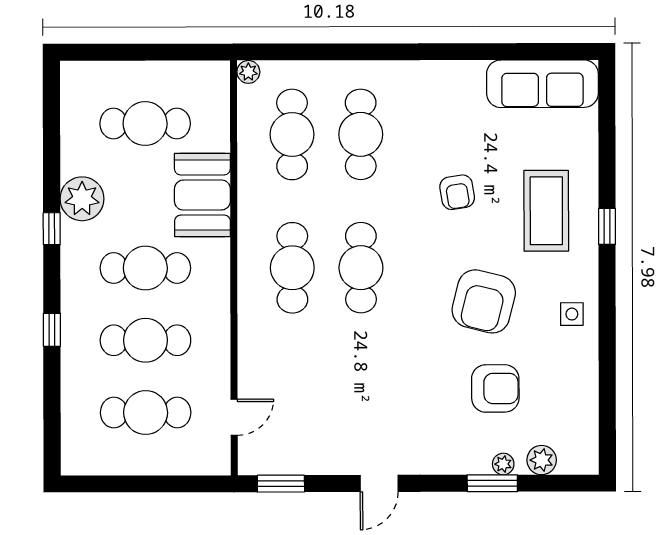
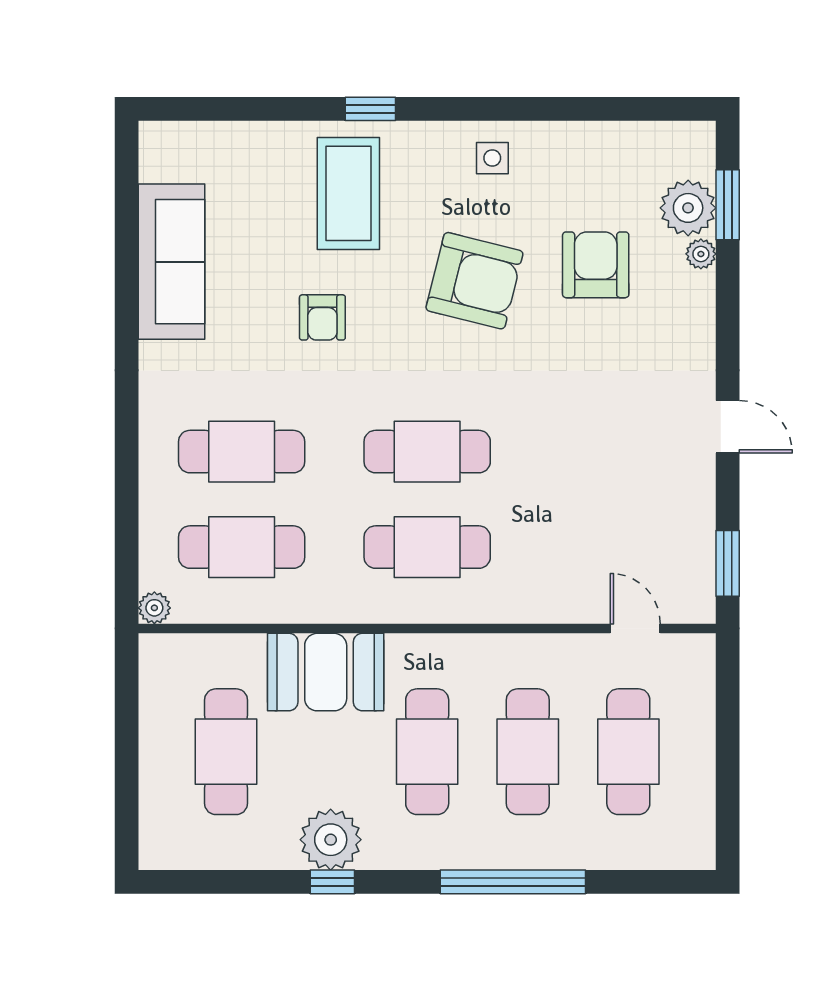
sofa: (542, 84) -> (172, 262), moved
armchair: (457, 192) -> (322, 317), turned 99
coffee table: (546, 211) -> (348, 193), turned 90
window: (52, 229) -> (332, 882), moved
window: (52, 330) -> (513, 882), width x3.17
plant: (542, 460) -> (688, 208), width x1.36, depth x1.36
window: (492, 483) -> (728, 205), moved

